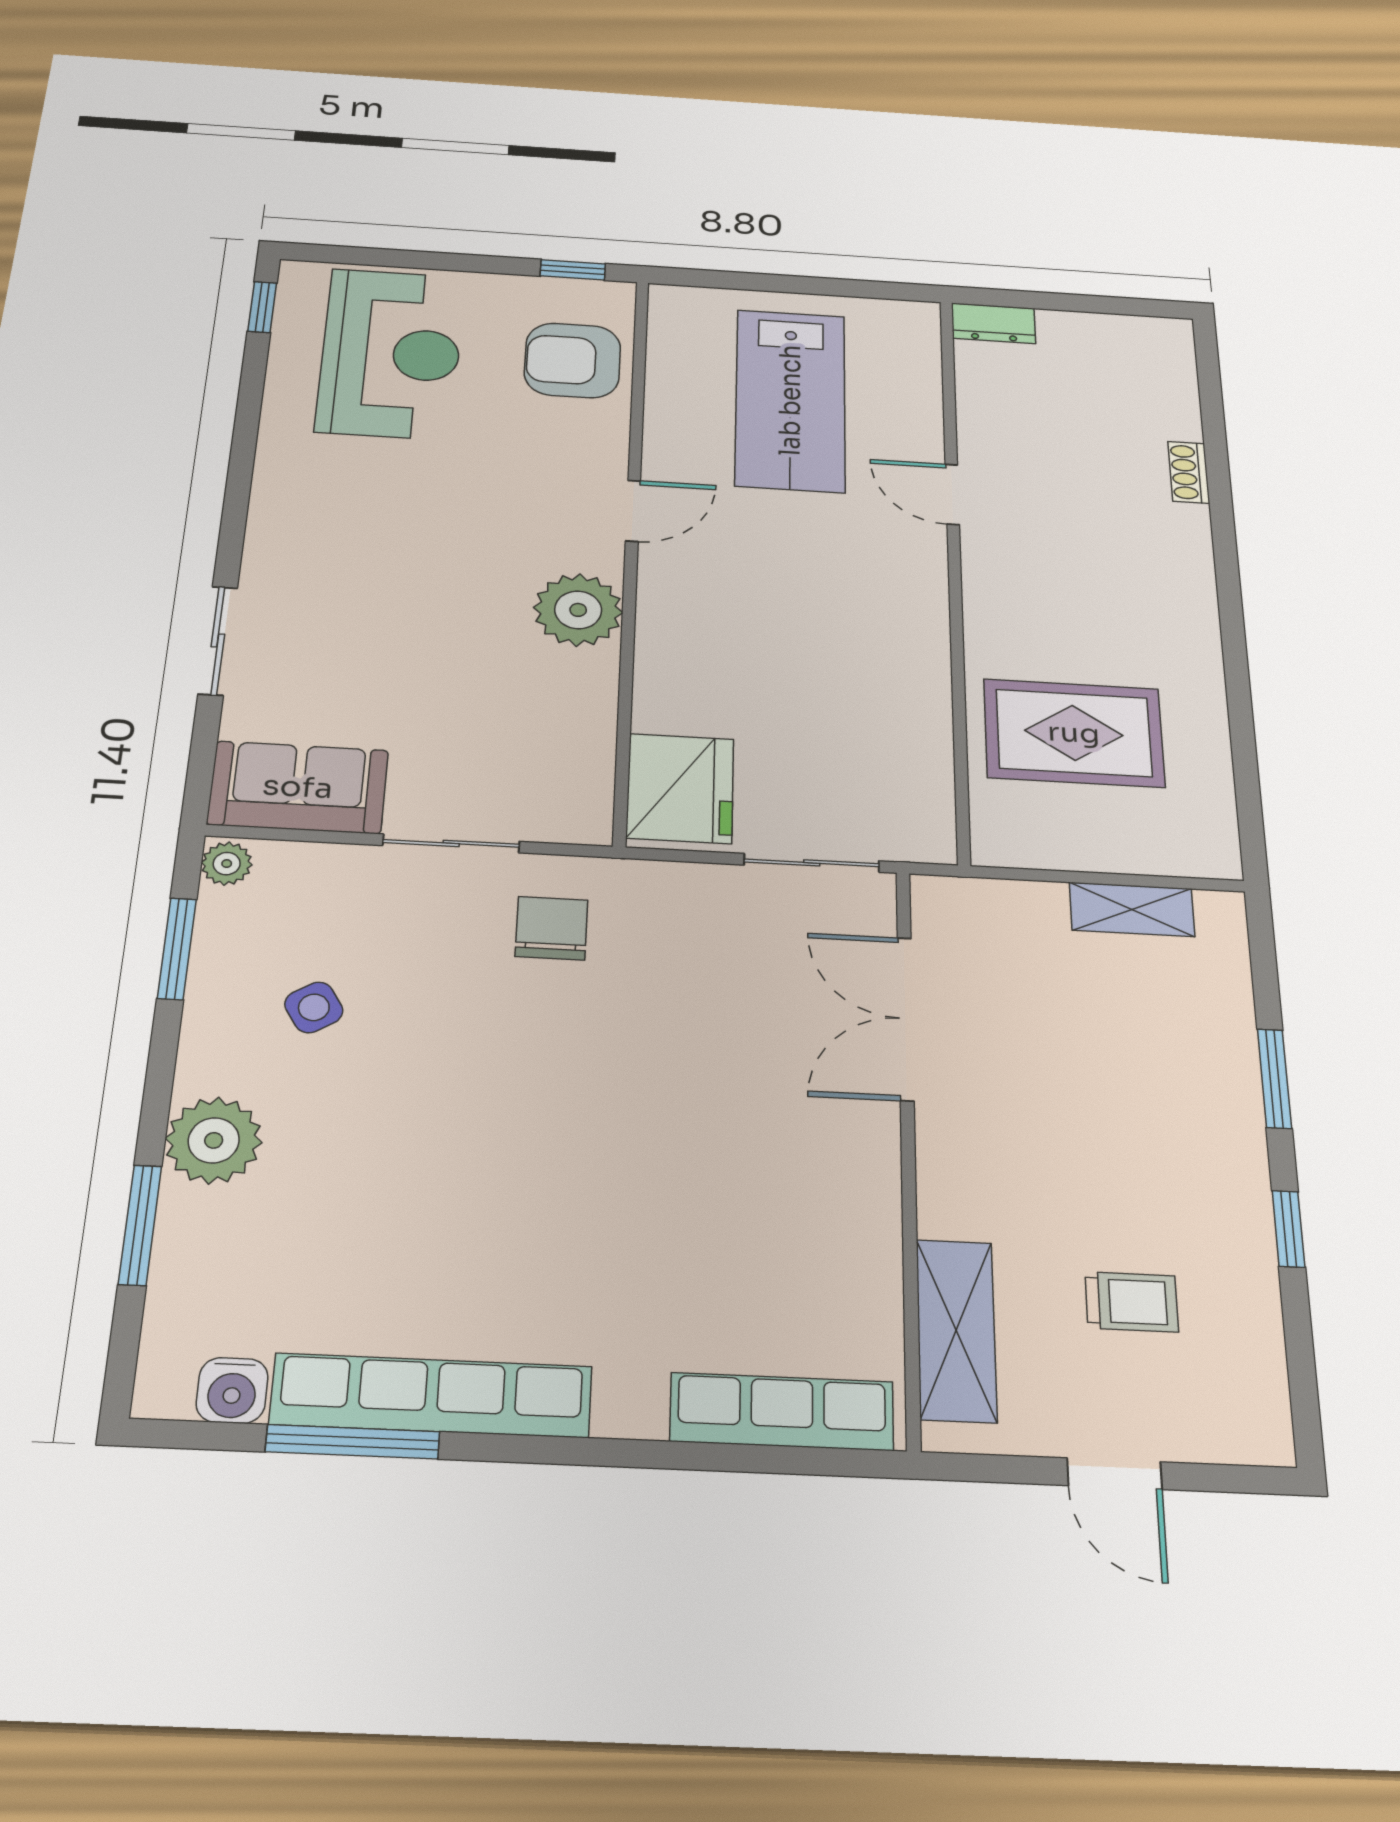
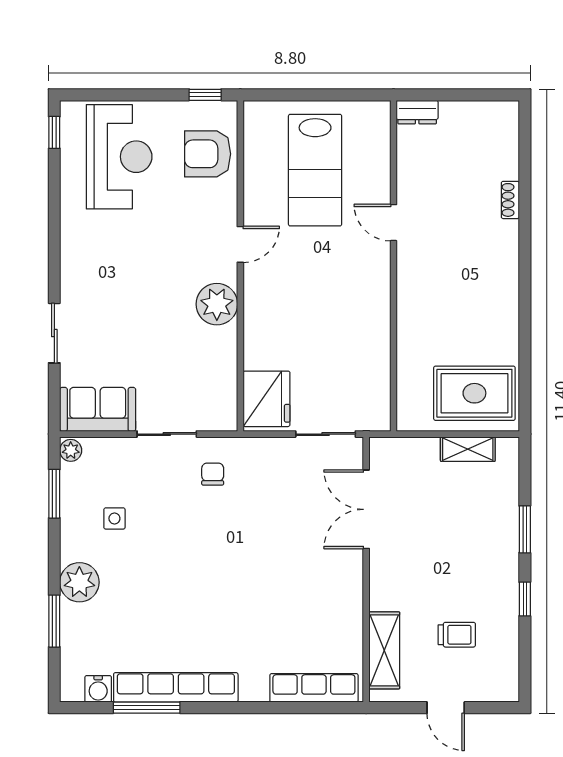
rug: (1074, 733) -> (474, 393), moved
chair: (552, 928) -> (213, 474), width x0.73, depth x0.73
side table: (314, 1007) -> (114, 518), turned 32

